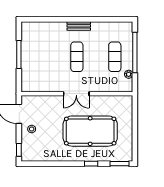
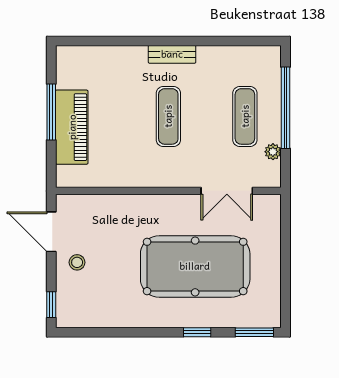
piano: (29, 62) -> (72, 127), added
double door: (76, 94) -> (227, 191), moved

